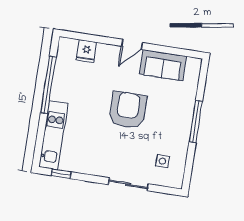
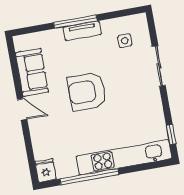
fridge: (86, 51) -> (46, 170), moved, turned -90
tv unit: (185, 125) -> (82, 31), added
kitchen unit: (53, 135) -> (124, 157), width x1.36

